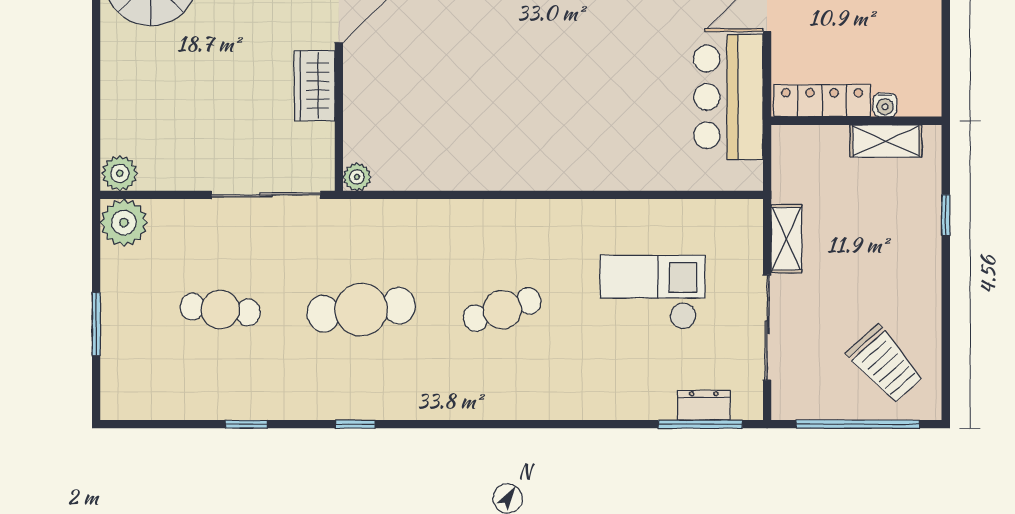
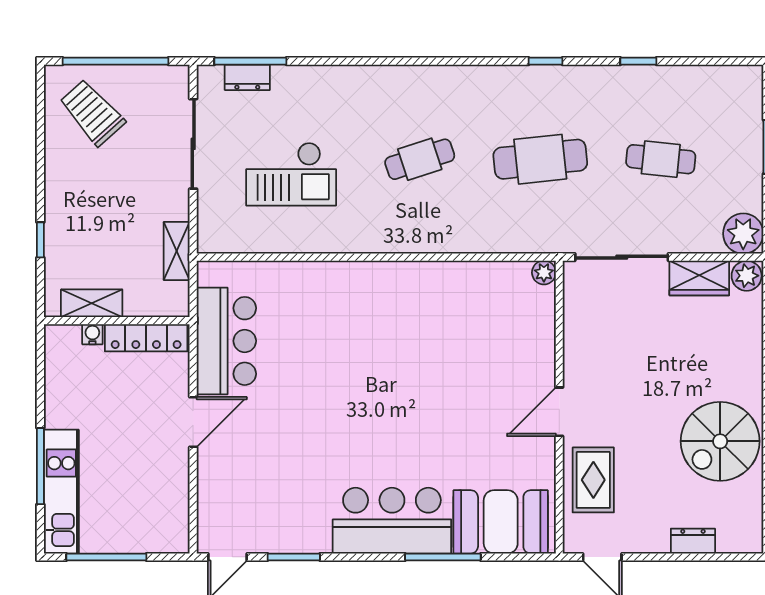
wardrobe: (315, 86) -> (699, 278), moved, turned 90
shelving: (786, 239) -> (177, 251), moved

